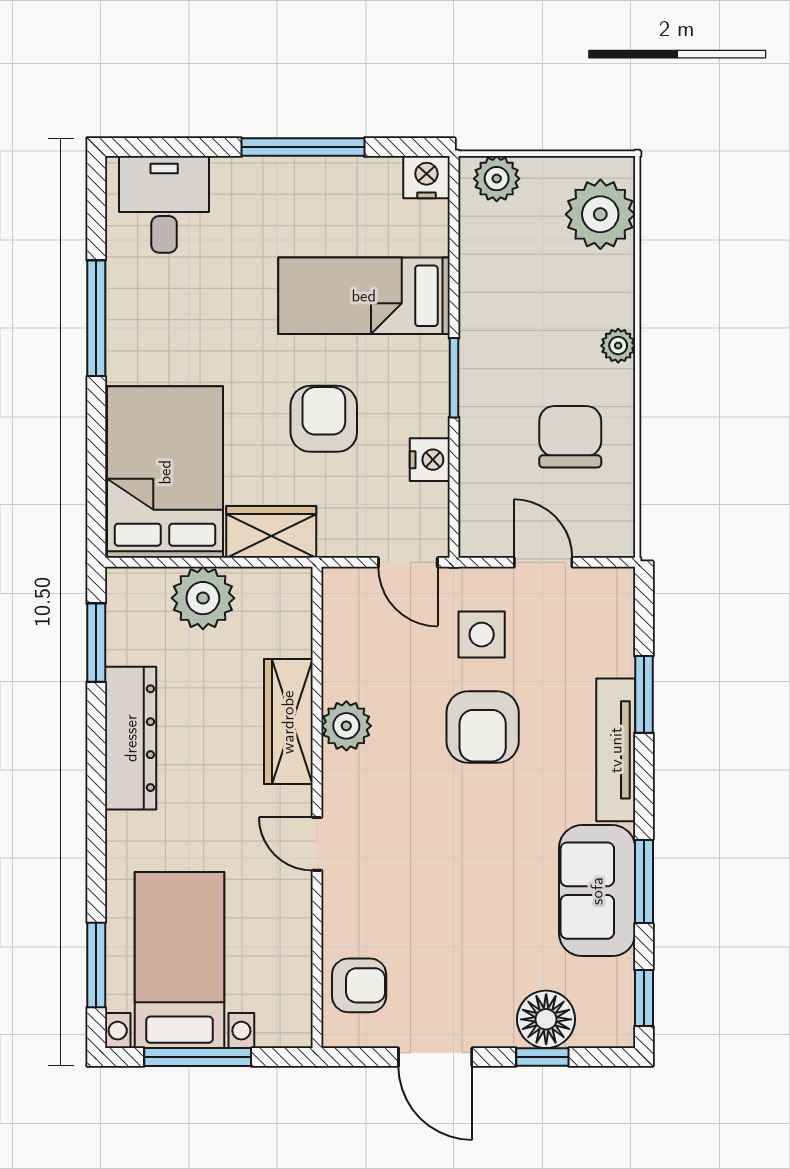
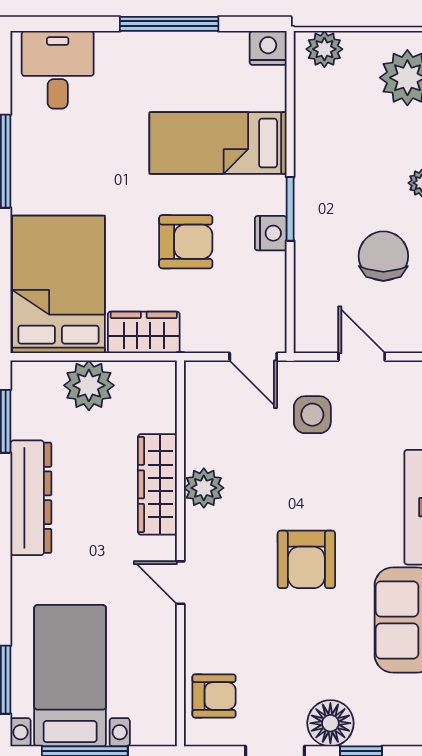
armchair: (324, 419) -> (186, 242), turned 90
nightstand: (430, 460) -> (271, 233), moved
armchair: (483, 727) -> (306, 559), moved
floor lamp: (546, 1019) -> (330, 723), moved

